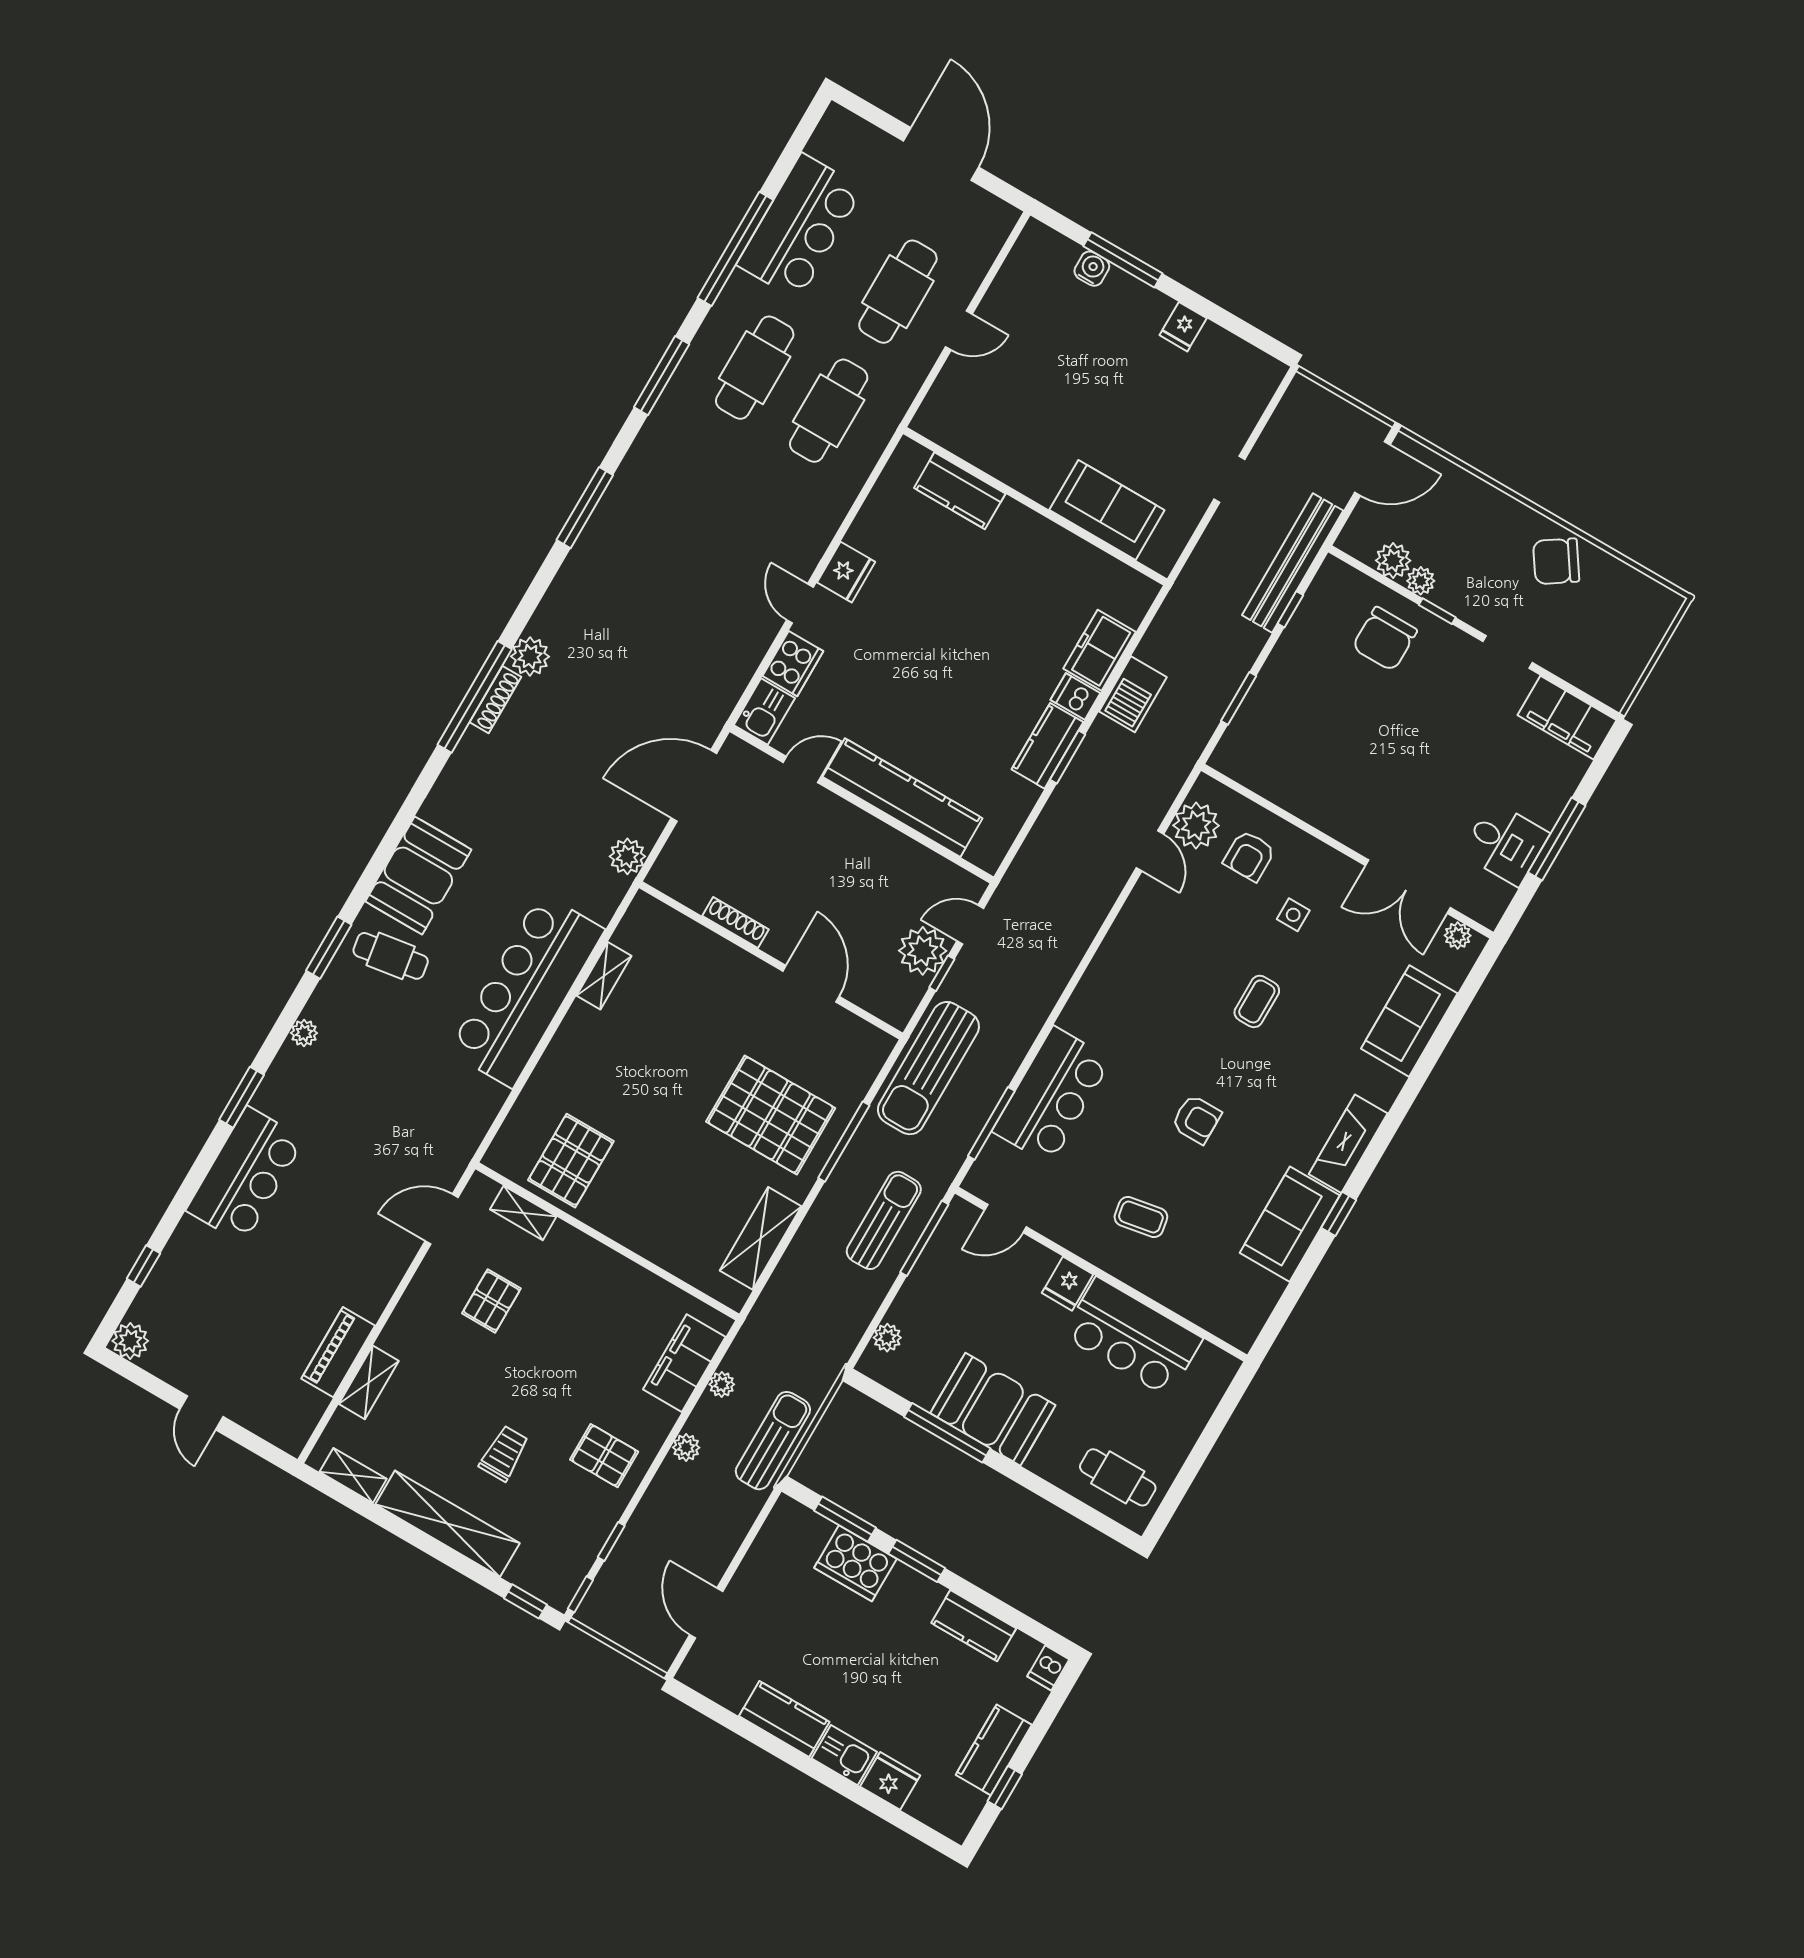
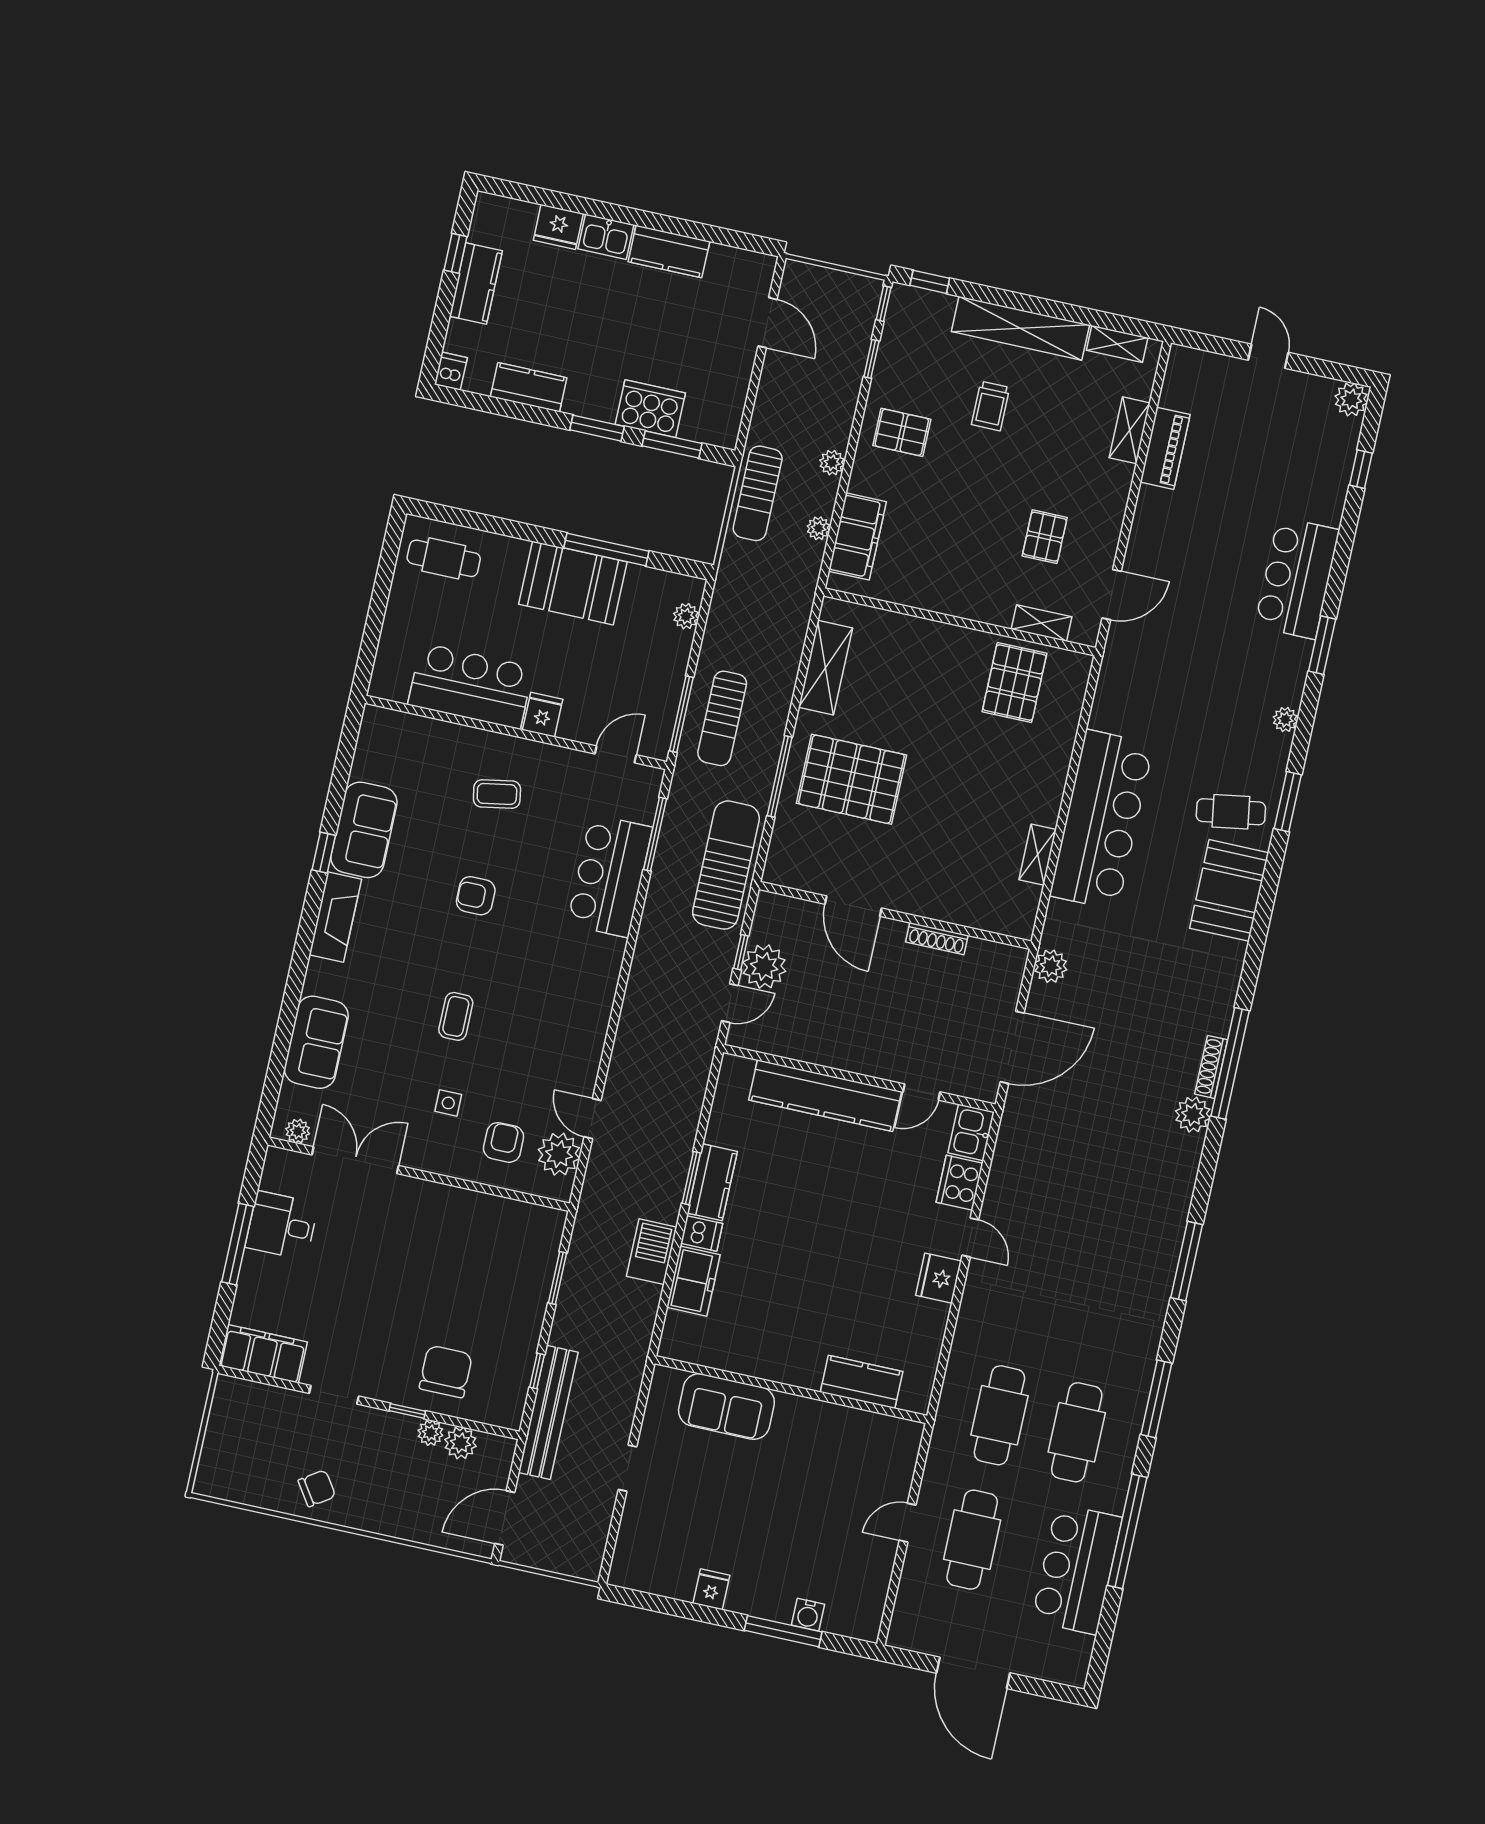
chair: (1556, 561) -> (317, 1488), width x0.73, depth x0.73

